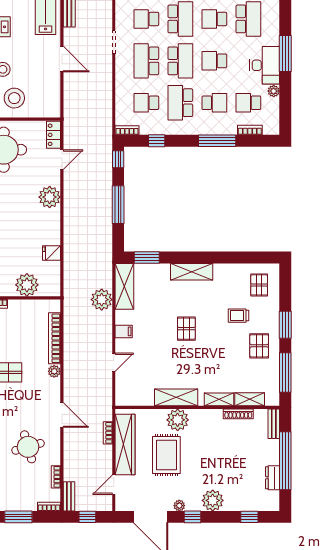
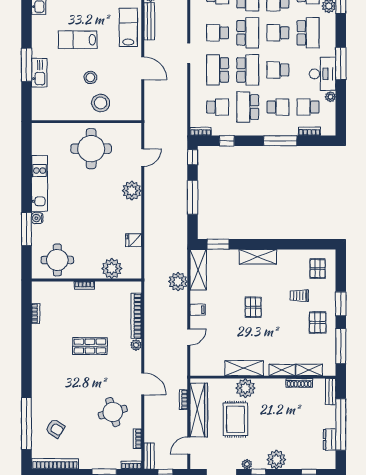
school desk: (146, 103) -> (218, 107), turned 180
locker: (54, 135) -> (135, 135), removed

